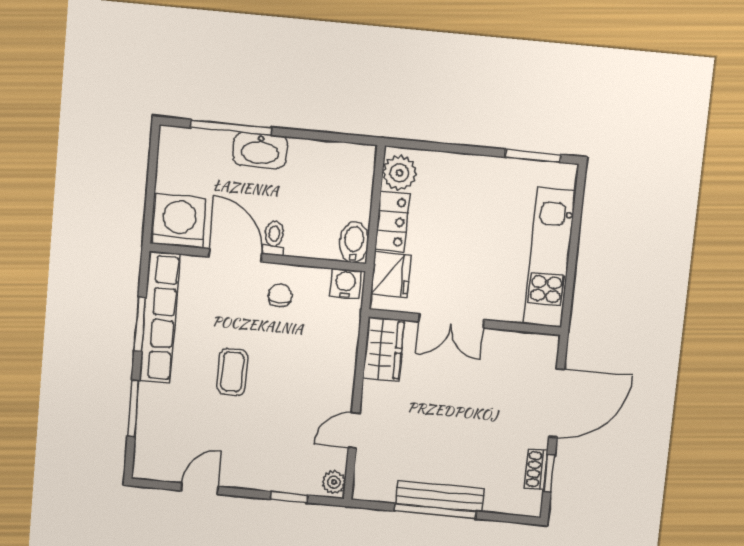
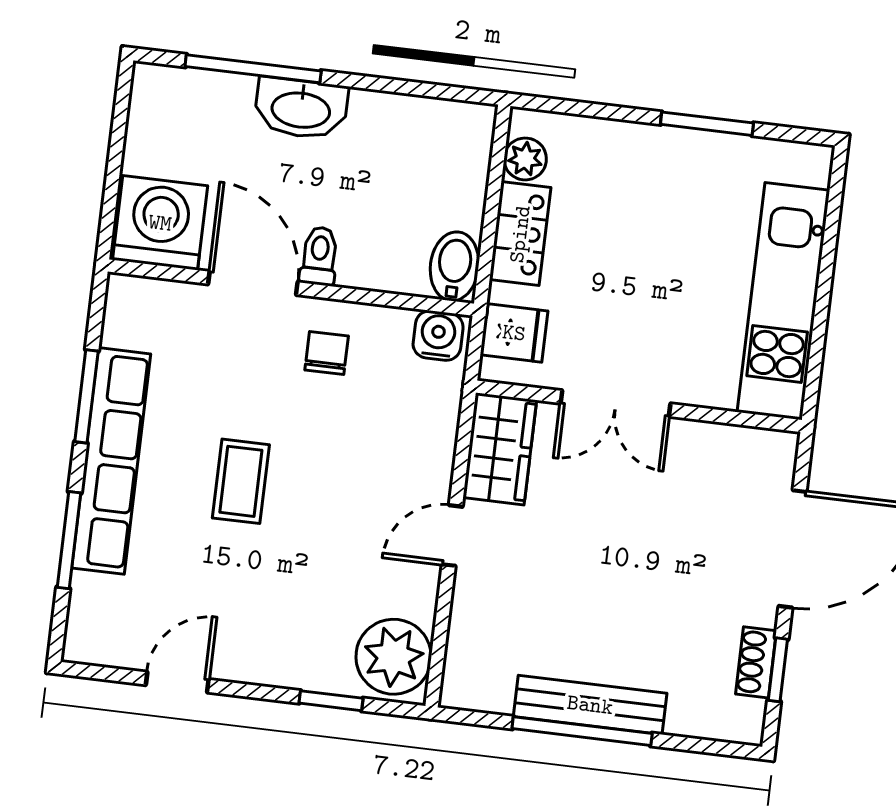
window: (533, 156) -> (707, 124), moved
plant: (399, 173) -> (525, 159), width x0.73, depth x0.73
fridge: (391, 275) -> (514, 333), width x0.72
row of seats: (160, 317) -> (111, 461), moved
door: (354, 430) -> (452, 536), moved
plant: (334, 482) -> (394, 657), width x1.88, depth x1.88

